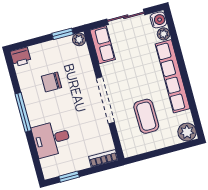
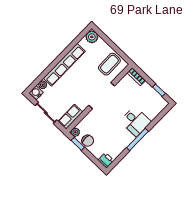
chair: (51, 82) -> (88, 141), moved
coffee table: (146, 116) -> (109, 64), moved
desk: (51, 139) -> (136, 121), moved

